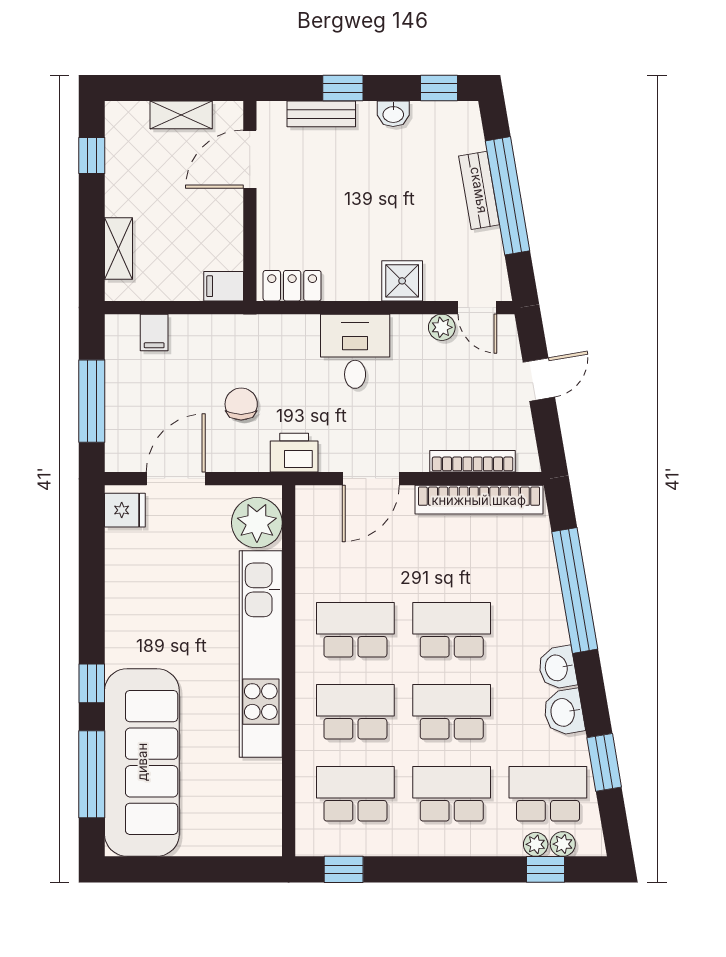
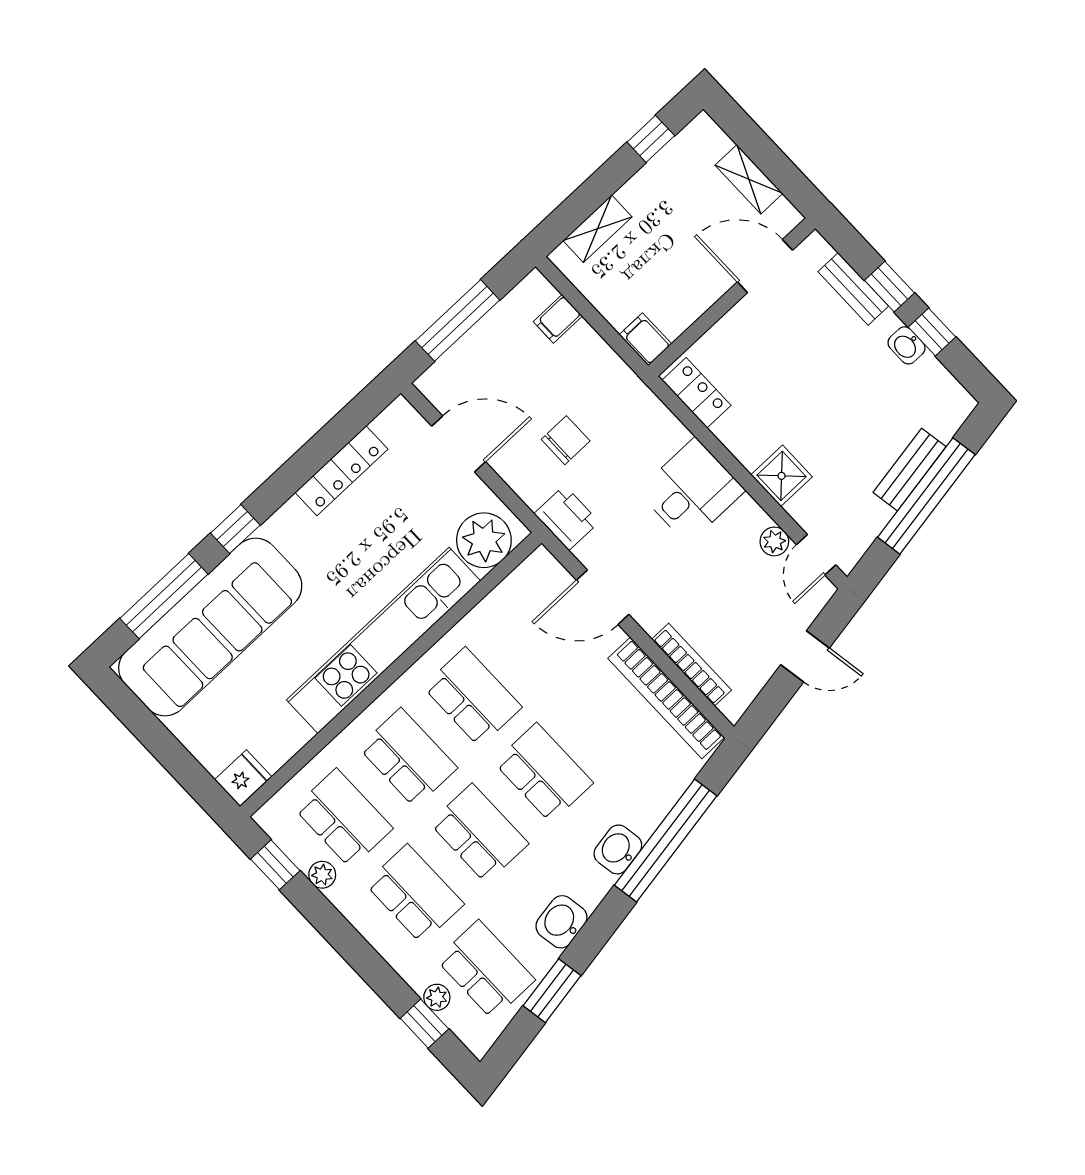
window: (439, 88) -> (932, 332), moved
fridge: (125, 510) -> (243, 778), moved, turned -90
locker: (120, 575) -> (341, 471), added
washbasin: (557, 668) -> (618, 849), moved
plant: (563, 844) -> (322, 875), moved

